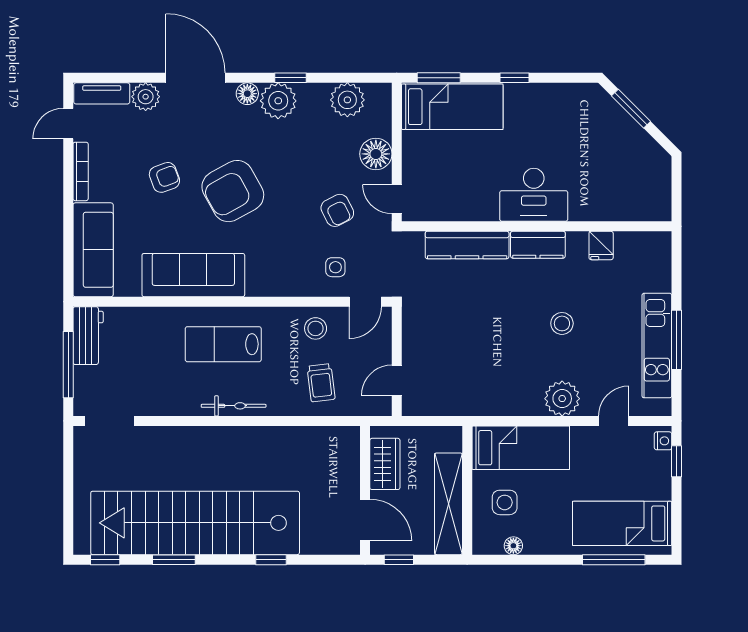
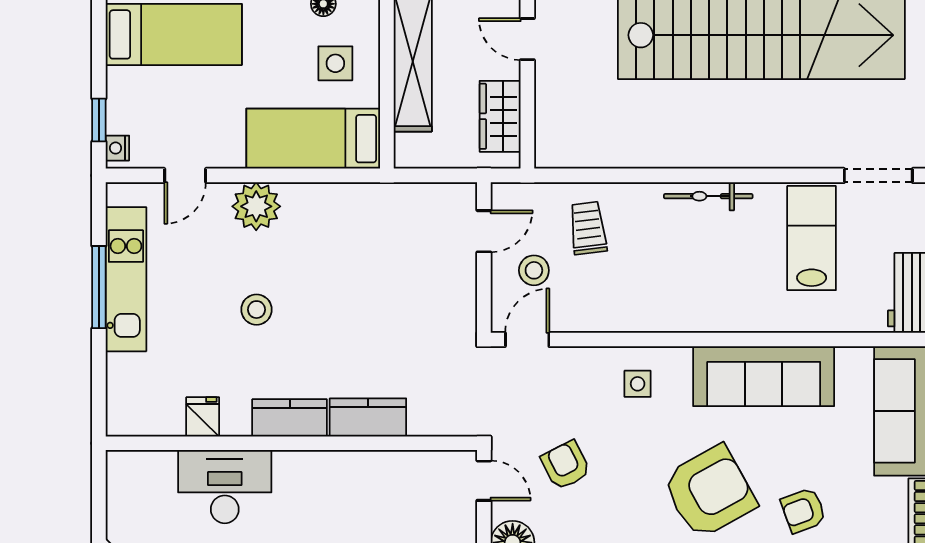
desk: (534, 195) -> (225, 487), moved
kitchen counter: (467, 245) -> (368, 417), width x0.67
side table: (335, 267) -> (638, 384), moved
stool: (316, 328) -> (534, 270), moved
lab bench: (223, 344) -> (812, 238), moved, turned -90
door: (365, 520) -> (527, 39), width x0.73

